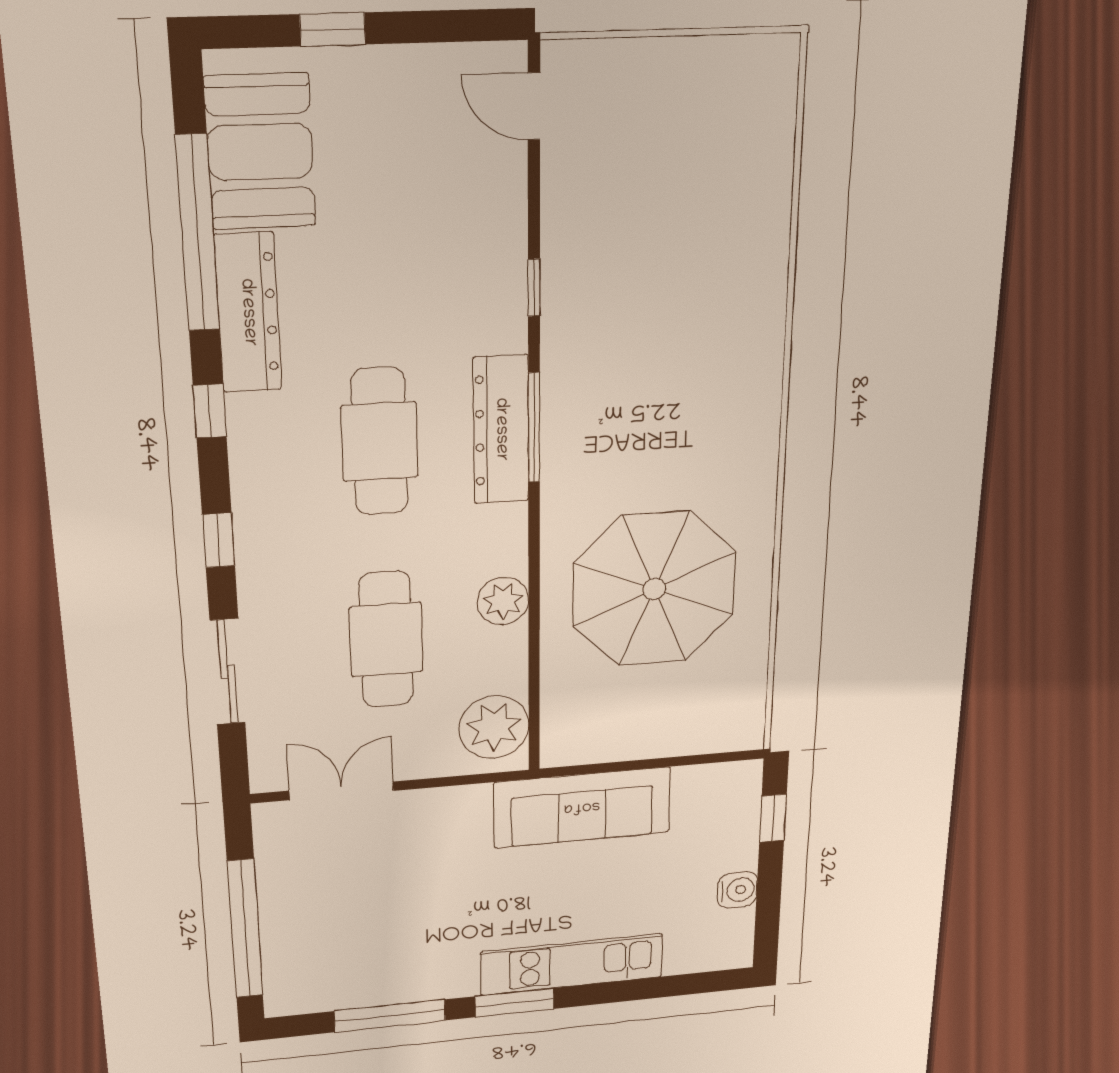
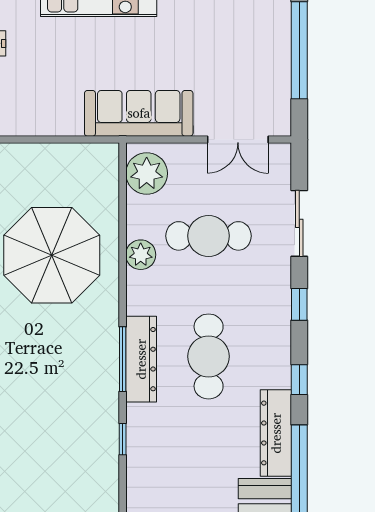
cafe table: (386, 640) -> (209, 236), turned 90
sofa: (582, 807) -> (139, 113), moved

